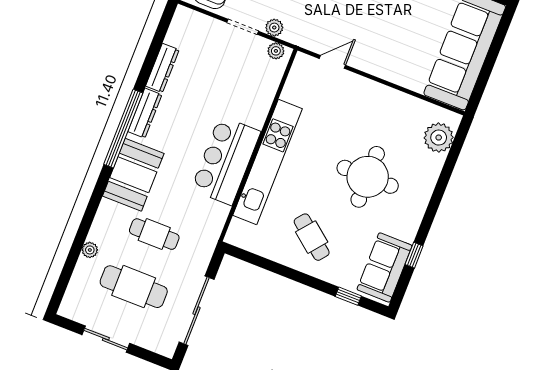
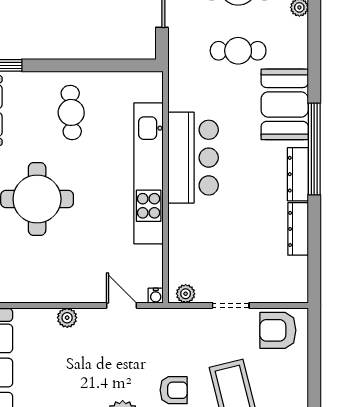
plant: (274, 28) -> (67, 318), moved
water cooler: (301, 59) -> (156, 296), added
door: (332, 62) -> (122, 305), swing flipped
cafe table: (312, 237) -> (71, 112), turned 48

